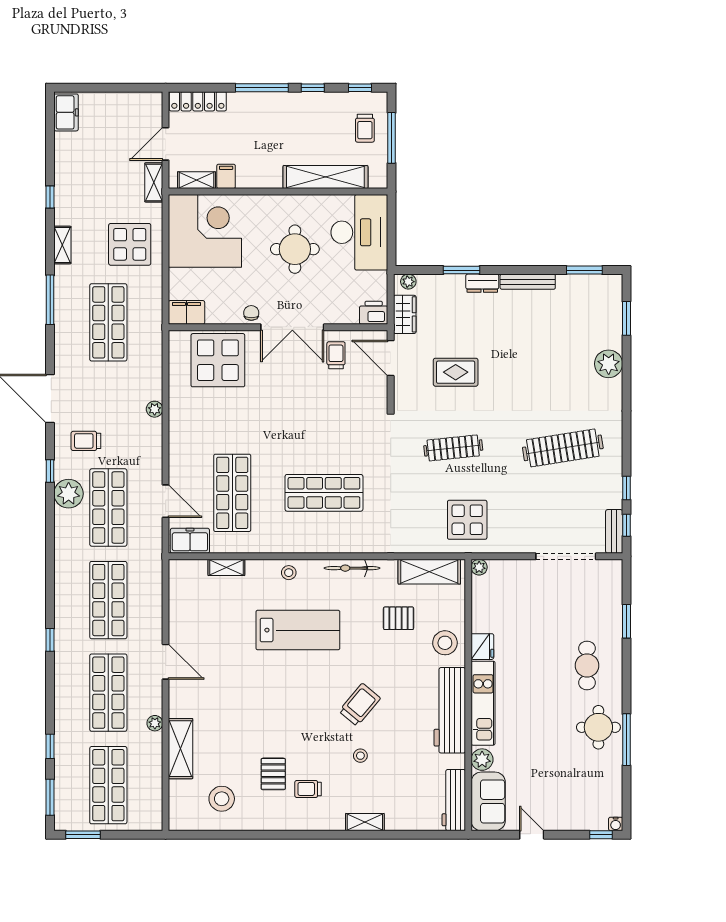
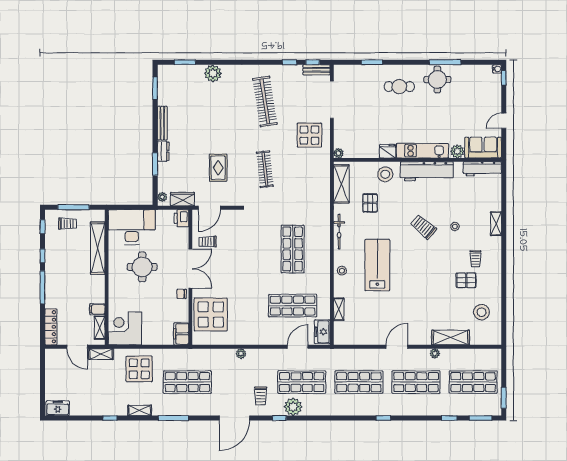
corner desk: (205, 231) -> (125, 328), width x0.74, depth x0.74
display table: (467, 520) -> (309, 135), moved

